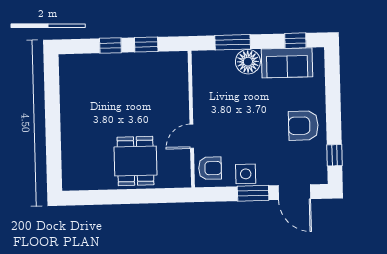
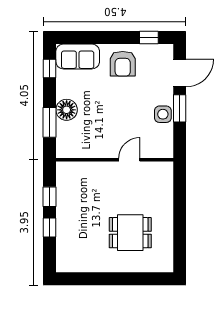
sofa: (287, 63) -> (78, 56), moved, turned 90
door: (192, 136) -> (129, 160), swing flipped
dining table: (135, 161) -> (130, 233), moved
armchair: (210, 168) -> (157, 145), removed

